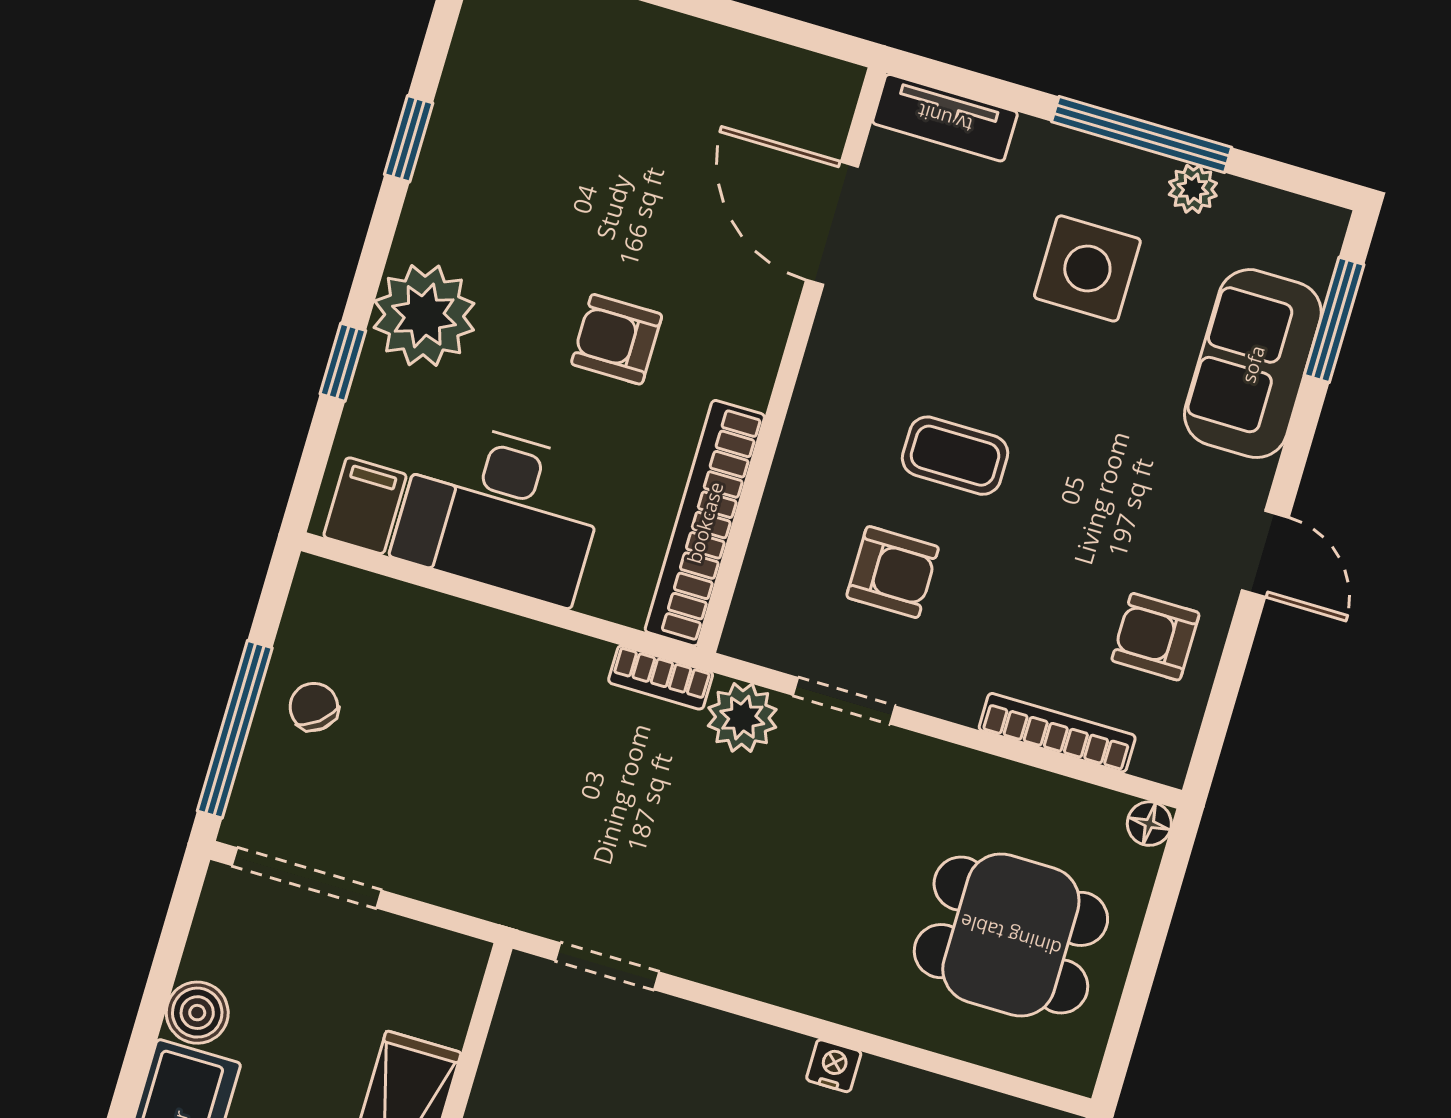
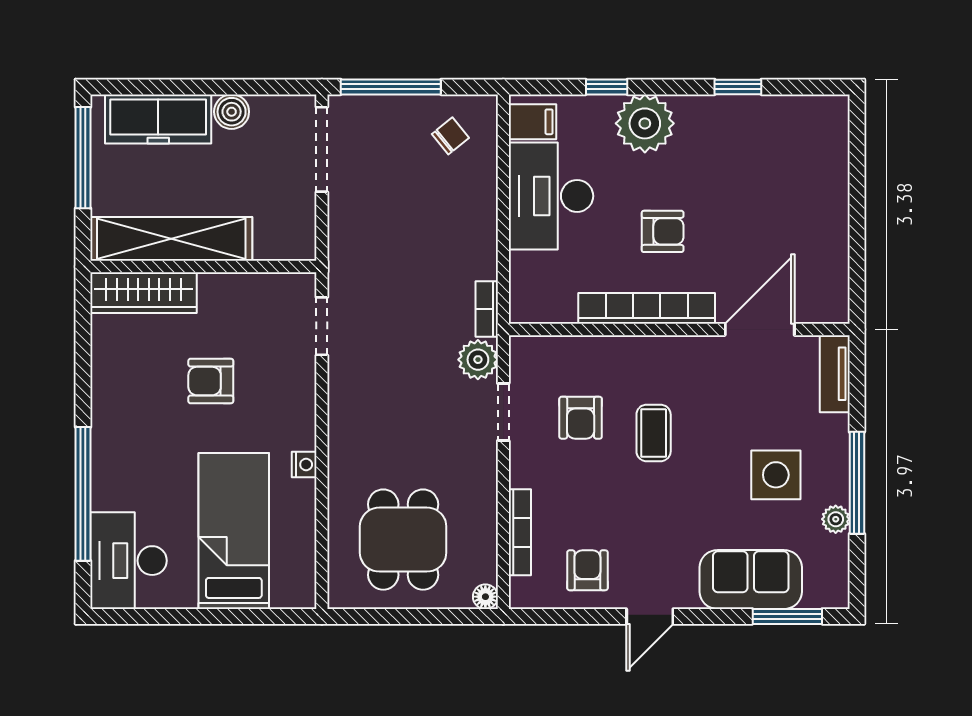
armchair: (617, 339) -> (663, 231), turned 90
bookcase: (705, 523) -> (647, 308), moved
chair: (314, 707) -> (450, 136), moved

